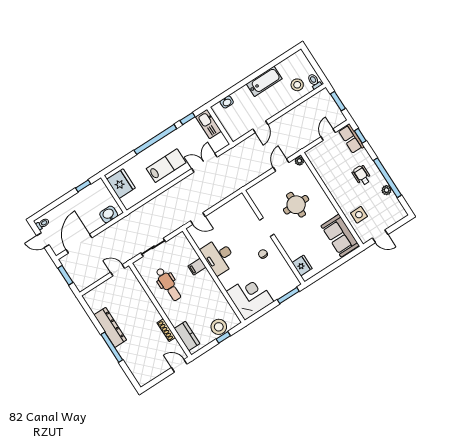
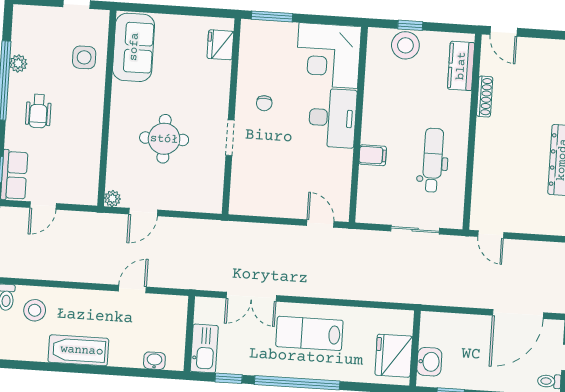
washbasin: (109, 214) -> (429, 362), moved, turned -90
desk: (219, 256) -> (332, 118), moved

